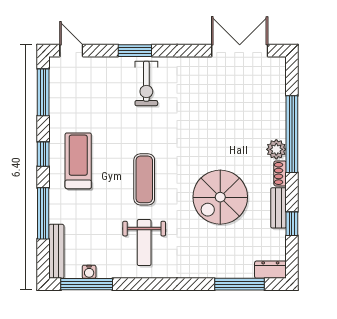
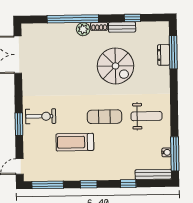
treadmill: (78, 161) -> (75, 142), moved
window: (43, 213) -> (128, 184), width x0.46
dresser: (270, 270) -> (164, 55), moved

